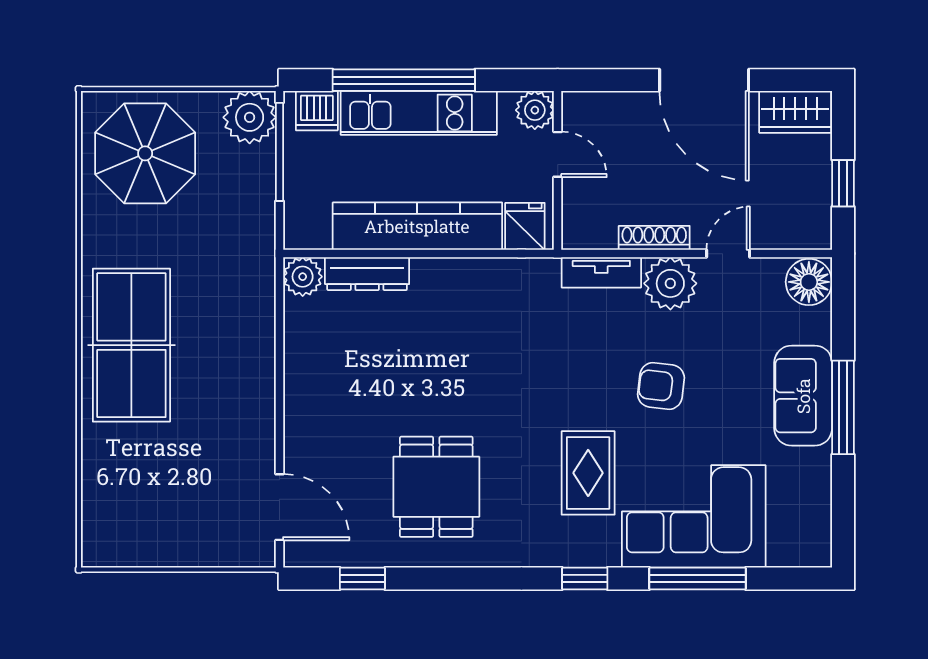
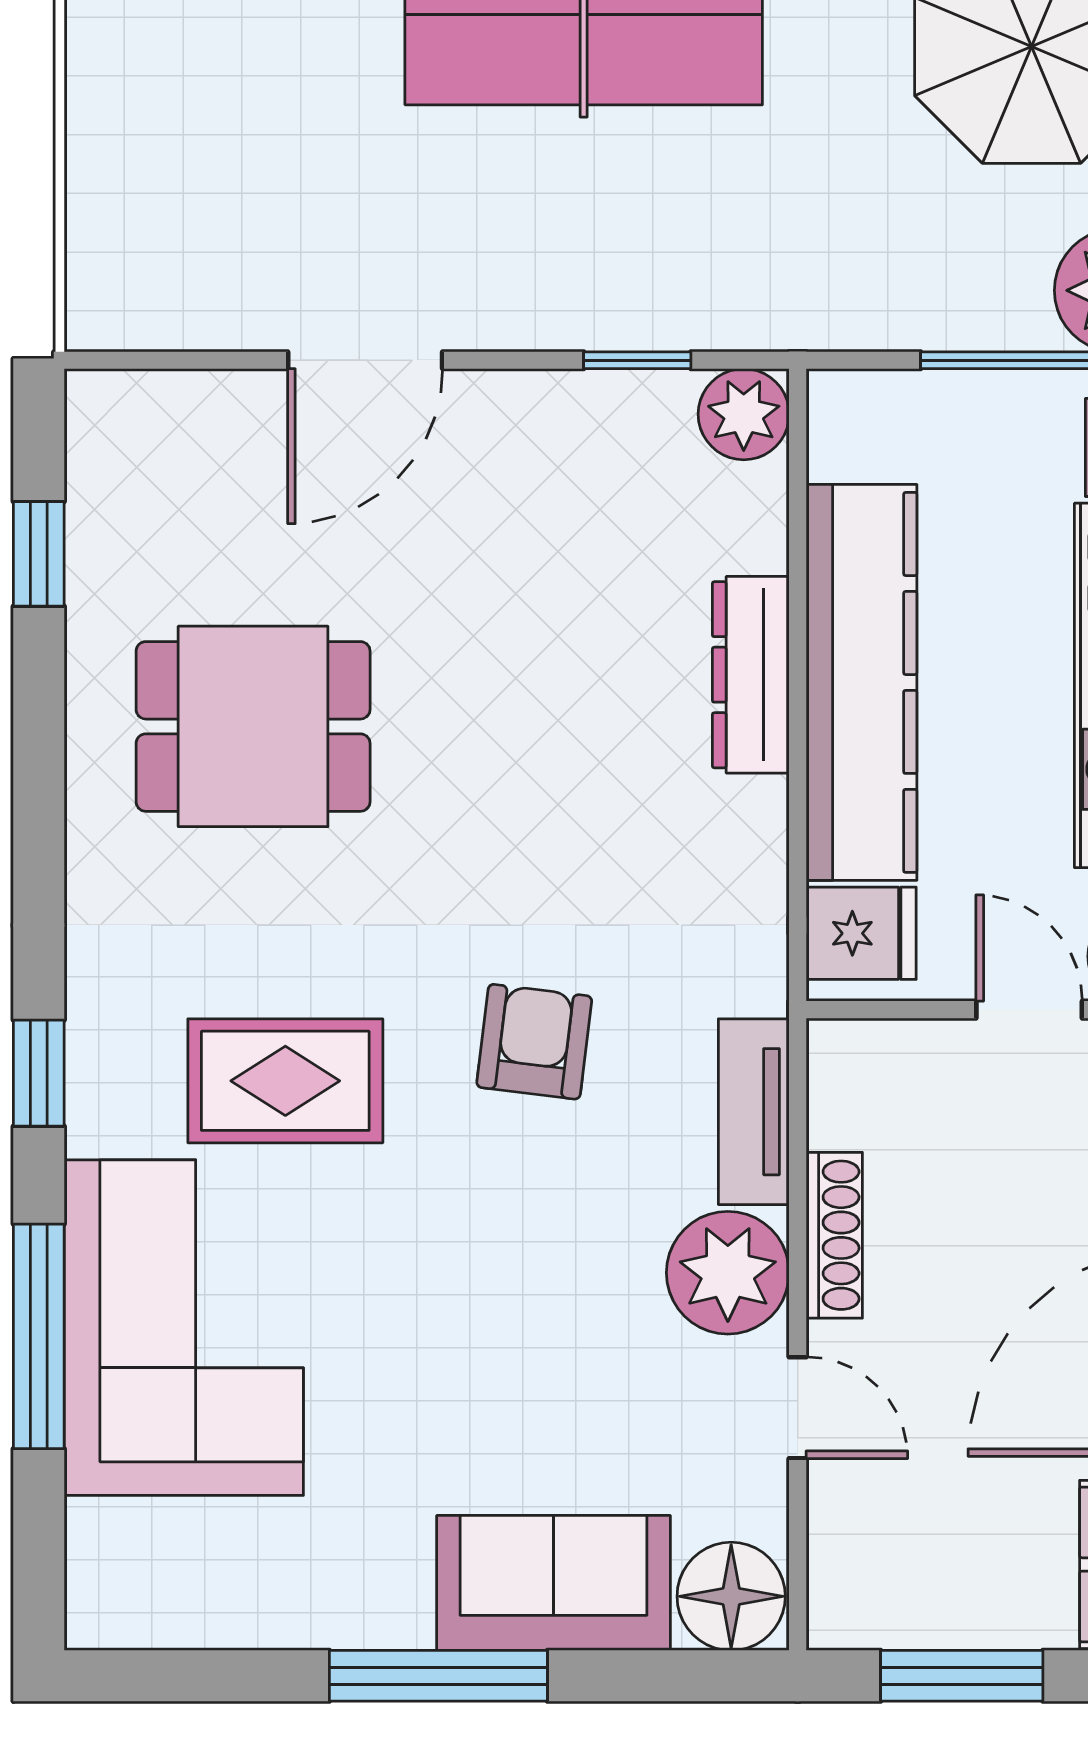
door: (558, 154) -> (1029, 1010), swing flipped
window: (843, 183) -> (962, 1676), width x1.50
dresser: (367, 274) -> (751, 675), moved
window: (279, 322) -> (637, 360), added
armchair: (661, 386) -> (534, 1042), moved
sofa: (803, 396) -> (554, 1583), moved
door: (279, 507) -> (365, 360), moved

